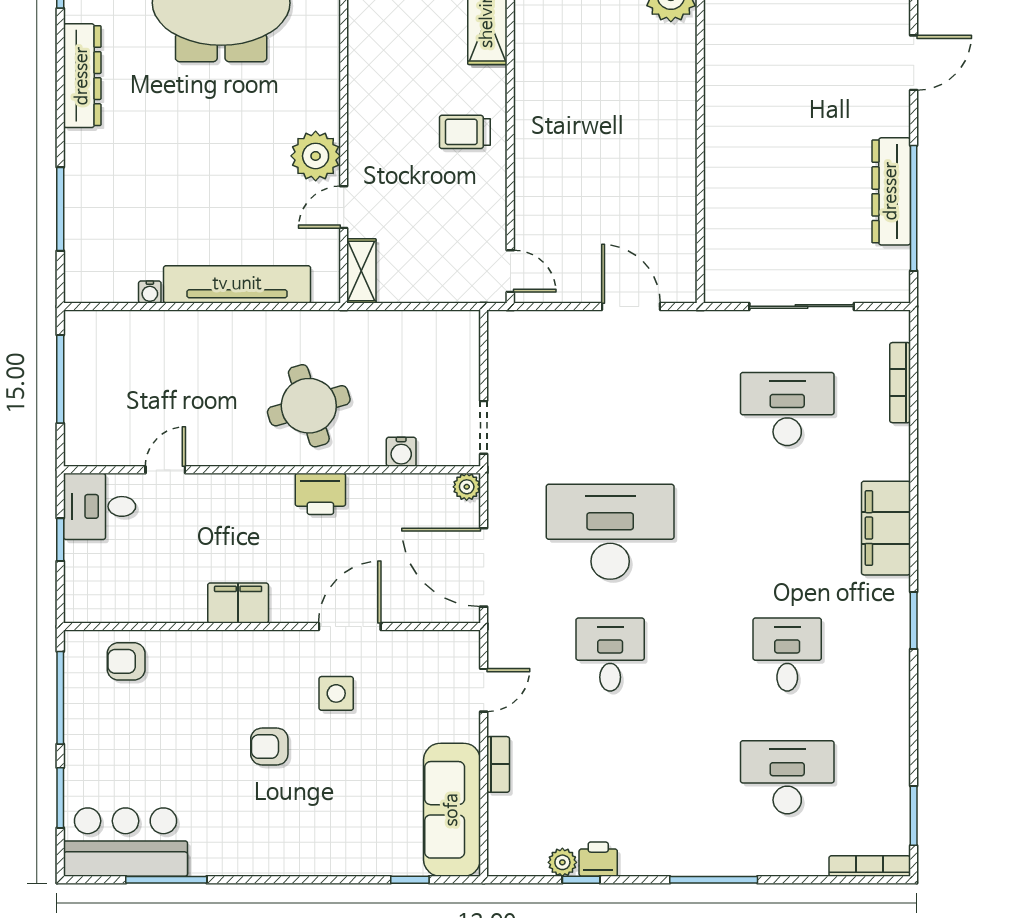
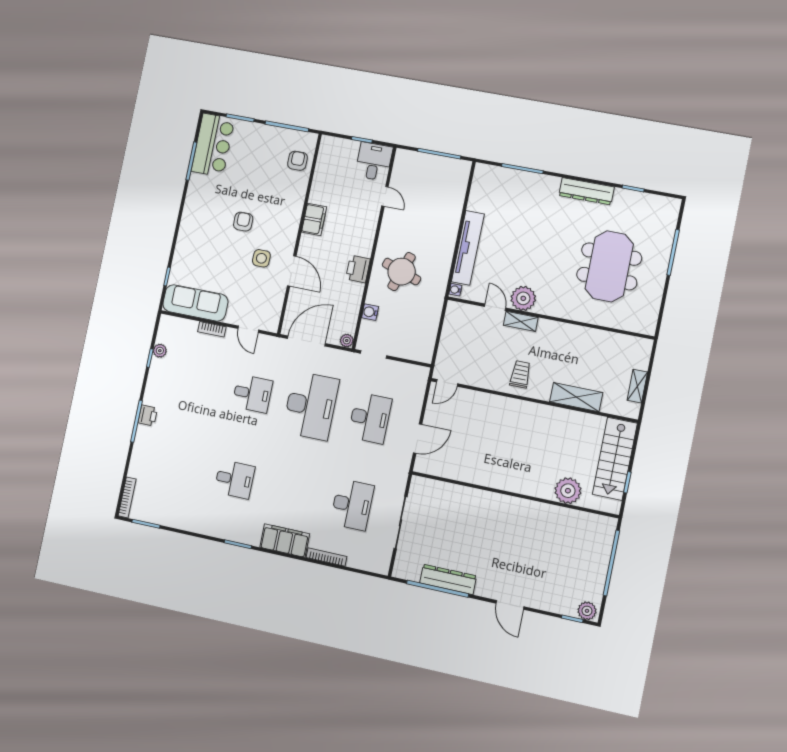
shelving: (361, 271) -> (521, 321), moved
water cooler: (150, 292) -> (455, 290), moved
bookcase: (900, 383) -> (326, 557), moved
round table: (309, 406) -> (402, 272), turned 36
desk: (787, 777) -> (370, 418), moved
printer: (598, 859) -> (148, 416), moved

